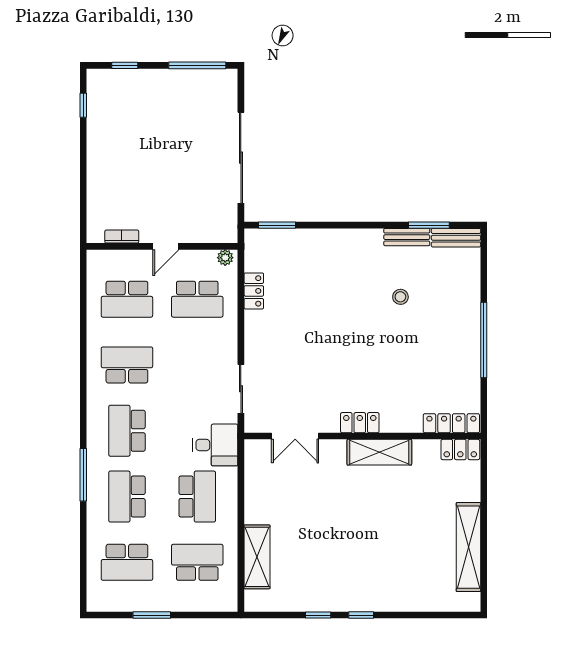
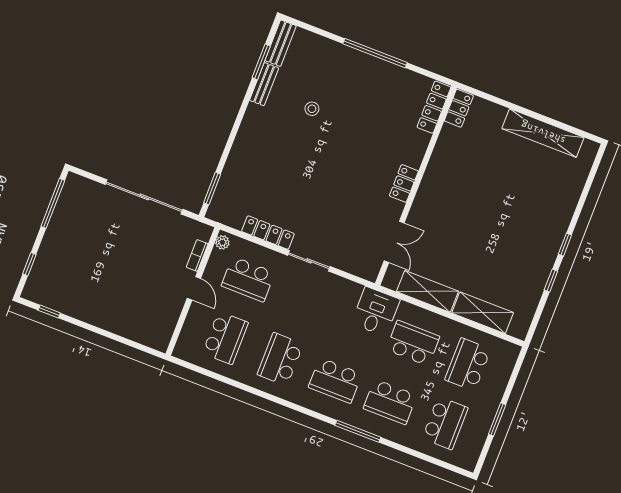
bookcase: (122, 237) -> (197, 255), moved
locker: (254, 291) -> (268, 233), width x1.53
school desk: (197, 299) -> (248, 279), turned 90
sliding door: (241, 389) -> (309, 261), moved
shelving: (379, 452) -> (427, 291), moved, turned 90

